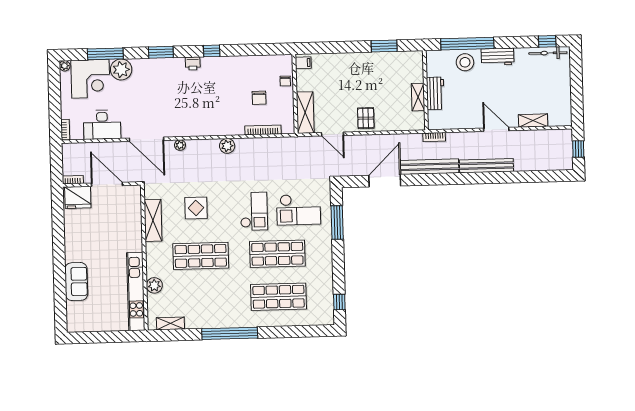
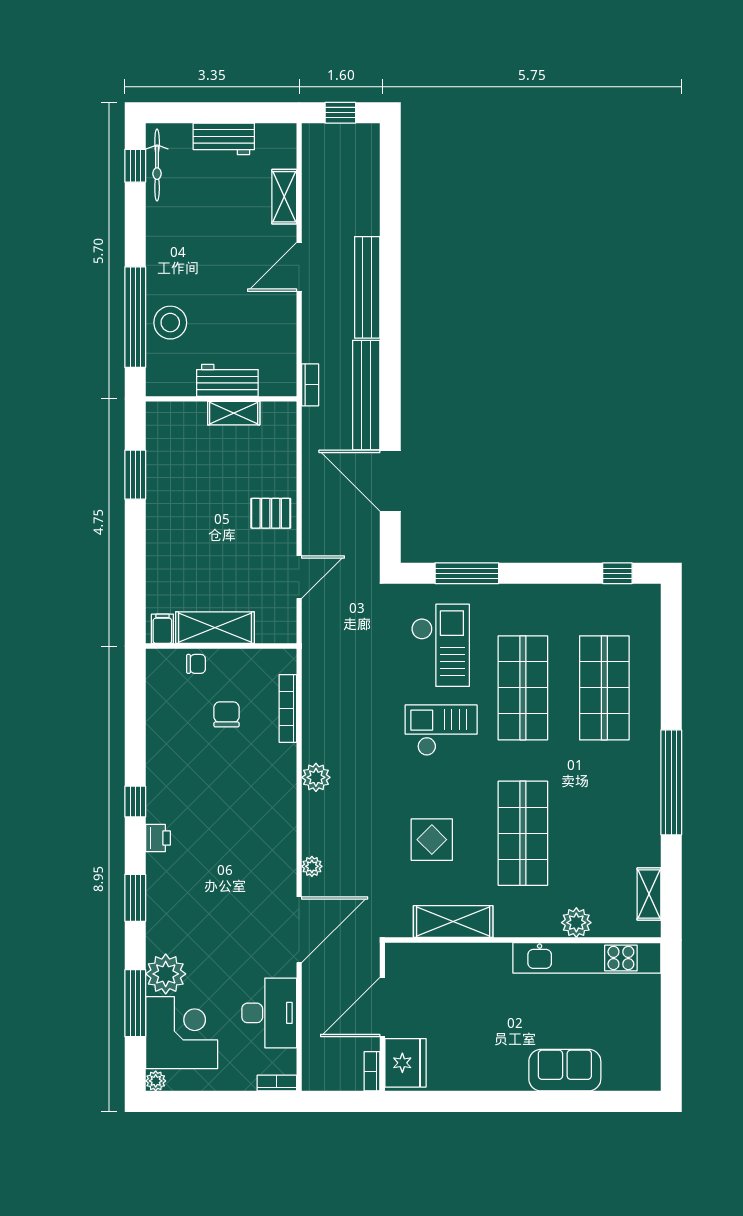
workbench: (498, 57) -> (224, 139), moved, turned 90
chair: (259, 98) -> (226, 714), turned -90
shelving: (305, 113) -> (215, 628), moved

